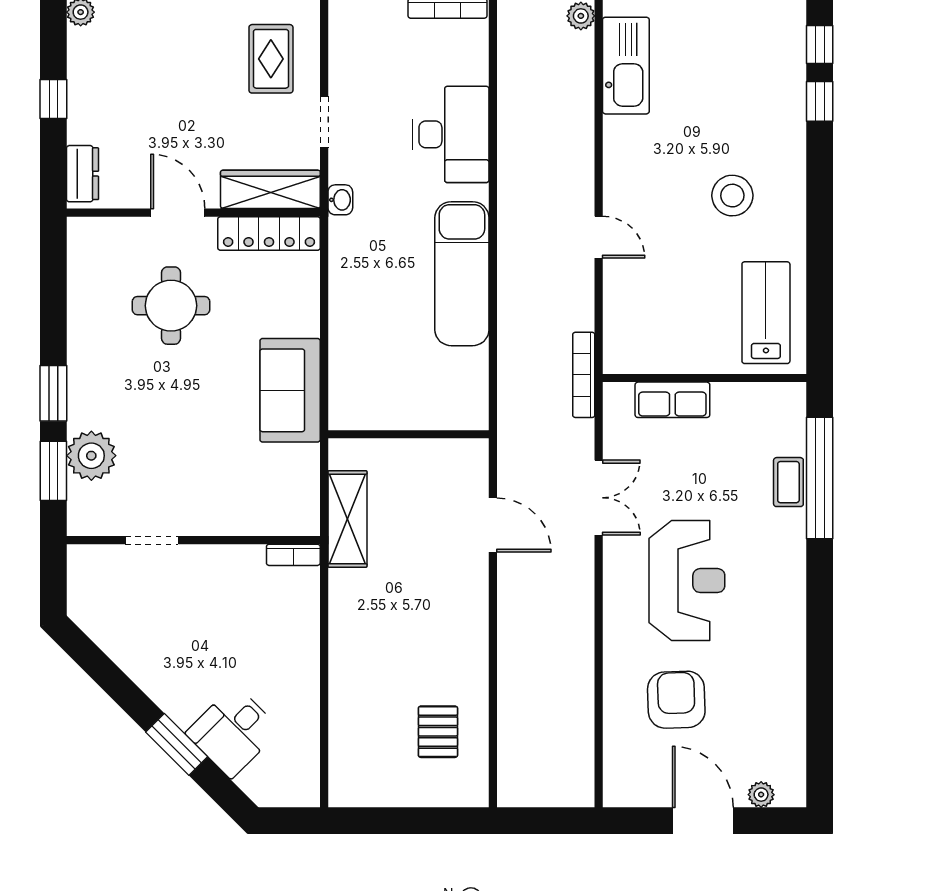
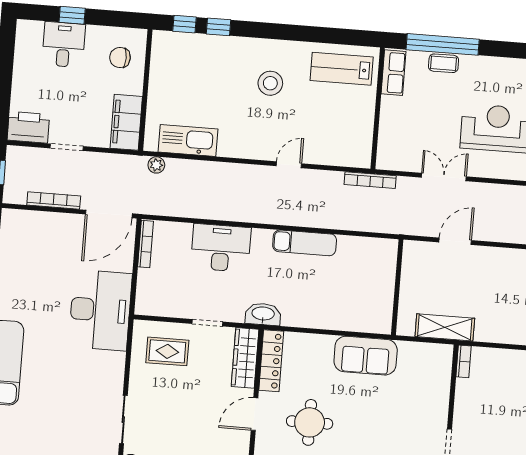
washbasin: (340, 200) -> (263, 314), width x1.91, depth x1.45
exam couch: (462, 274) -> (305, 243), width x0.73, depth x0.69
row of seats: (672, 400) -> (393, 73), moved

